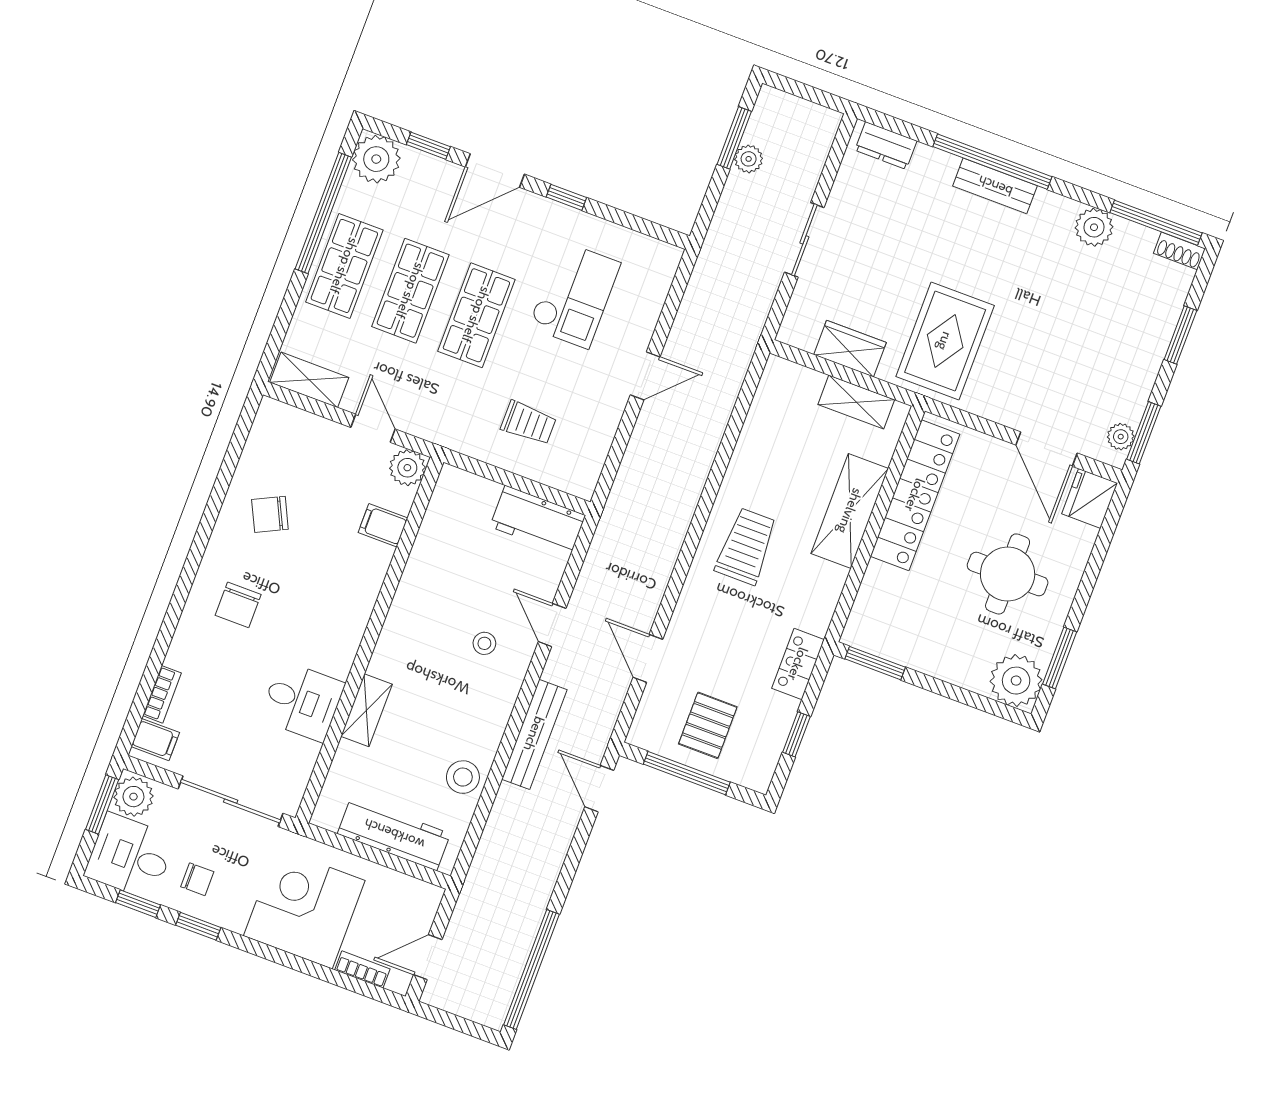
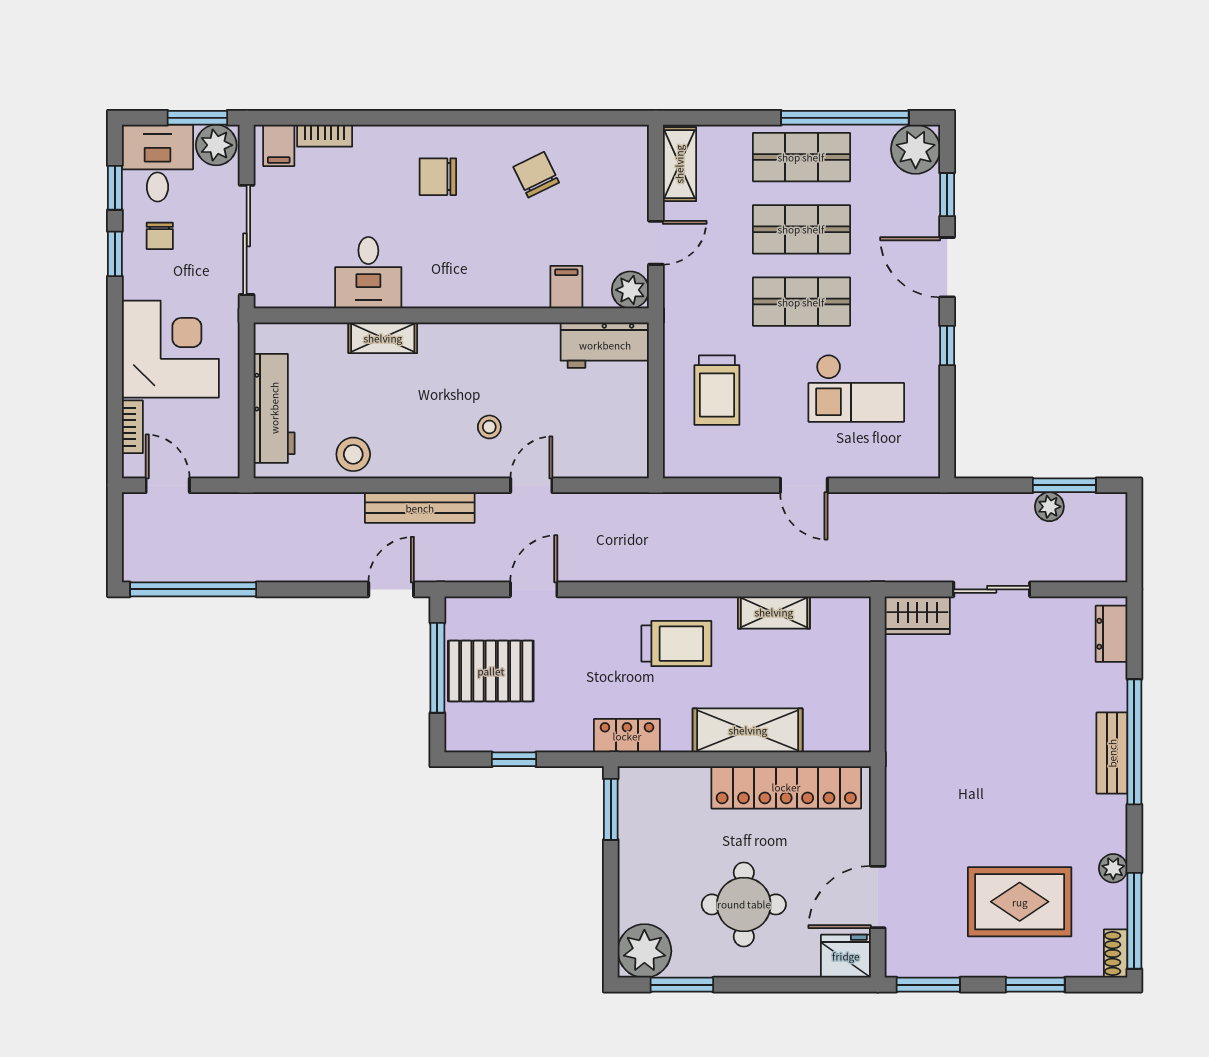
plant: (1094, 227) -> (1113, 868), width x0.73, depth x0.73
rug: (945, 341) -> (1020, 902), moved
wardrobe: (850, 349) -> (917, 615), moved, turned 90
shelving: (856, 402) -> (774, 612), moved, turned 90
trolley: (528, 423) -> (717, 390), width x1.36, depth x1.39
plant: (1121, 437) -> (916, 964), removed
workbench: (538, 521) -> (605, 345), moved, turned -90
locker: (798, 664) -> (627, 736), moved
pallet: (708, 725) -> (491, 671), width x1.50, depth x1.42

